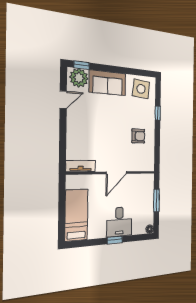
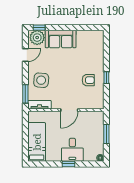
side table: (141, 89) -> (41, 80), moved
window: (158, 113) -> (106, 78), moved
window: (63, 152) -> (25, 94), added

